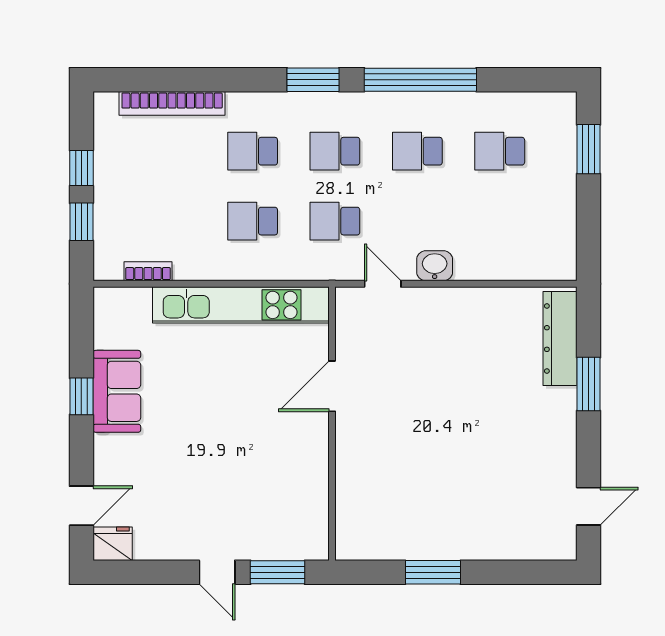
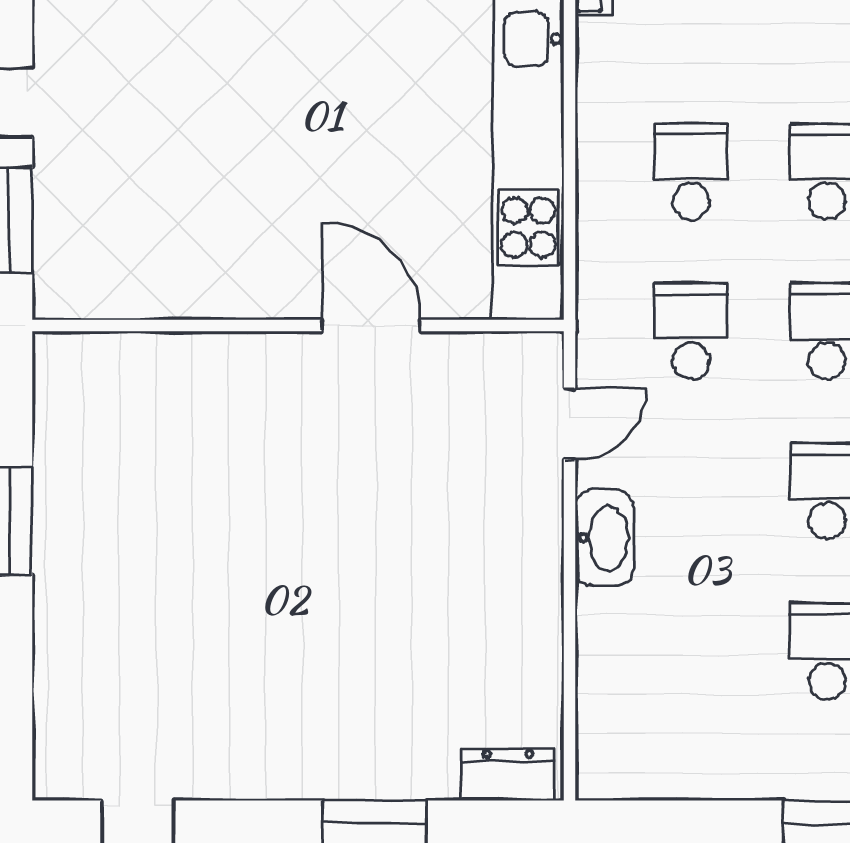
washbasin: (435, 266) -> (604, 538), width x1.38
dresser: (560, 339) -> (508, 774), width x0.51, depth x0.80

